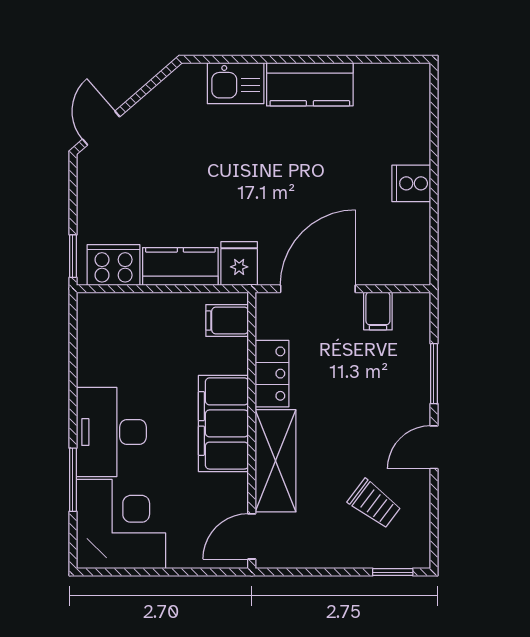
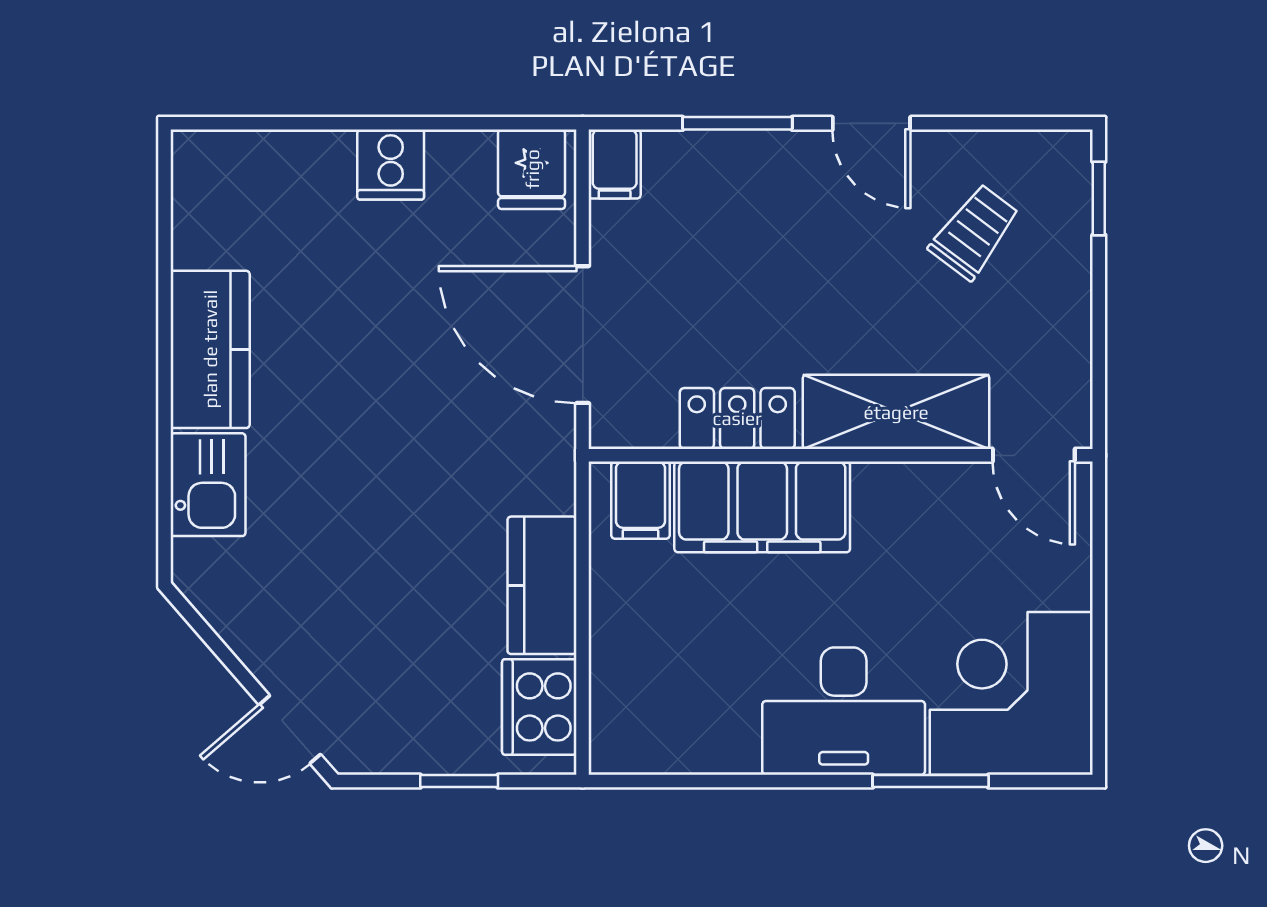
window: (73, 256) -> (459, 781), moved
fridge: (239, 263) -> (532, 169), moved, turned -90
filing cabinet: (378, 311) -> (615, 164), moved, turned 90
filing cabinet: (223, 423) -> (762, 507), moved

